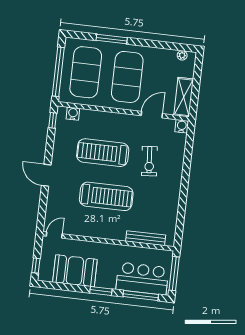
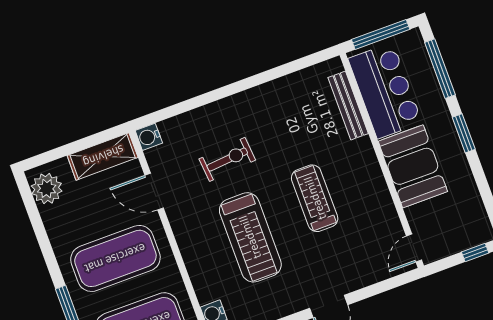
plant: (182, 55) -> (47, 189), width x1.87, depth x1.87
treadmill: (106, 196) -> (315, 198), width x0.73, depth x0.73
door: (54, 235) -> (414, 248), hinge flipped
booth: (75, 271) -> (413, 166), moved
bar counter: (142, 279) -> (385, 91), moved, turned 180

